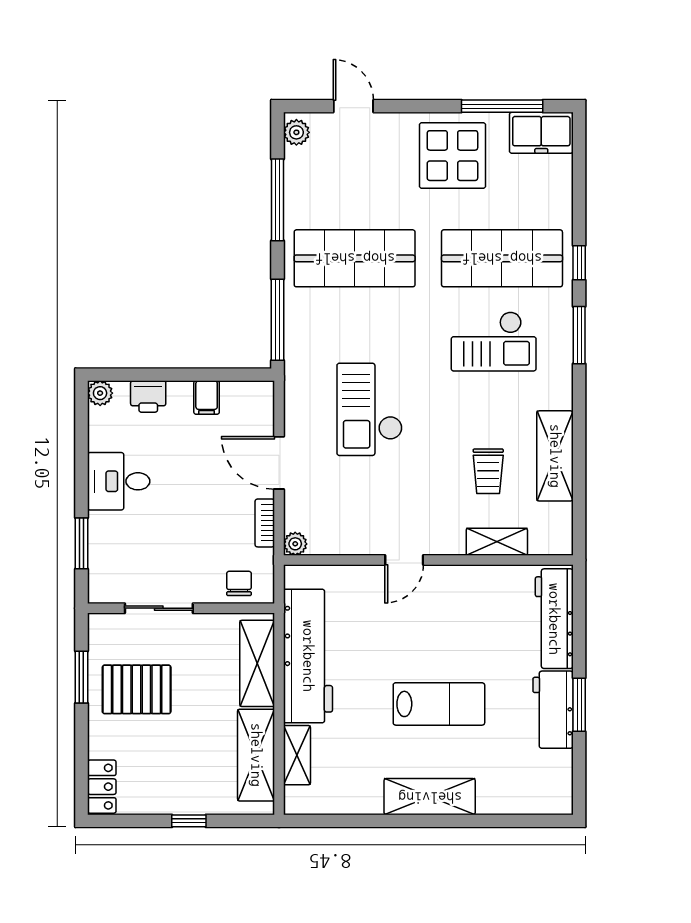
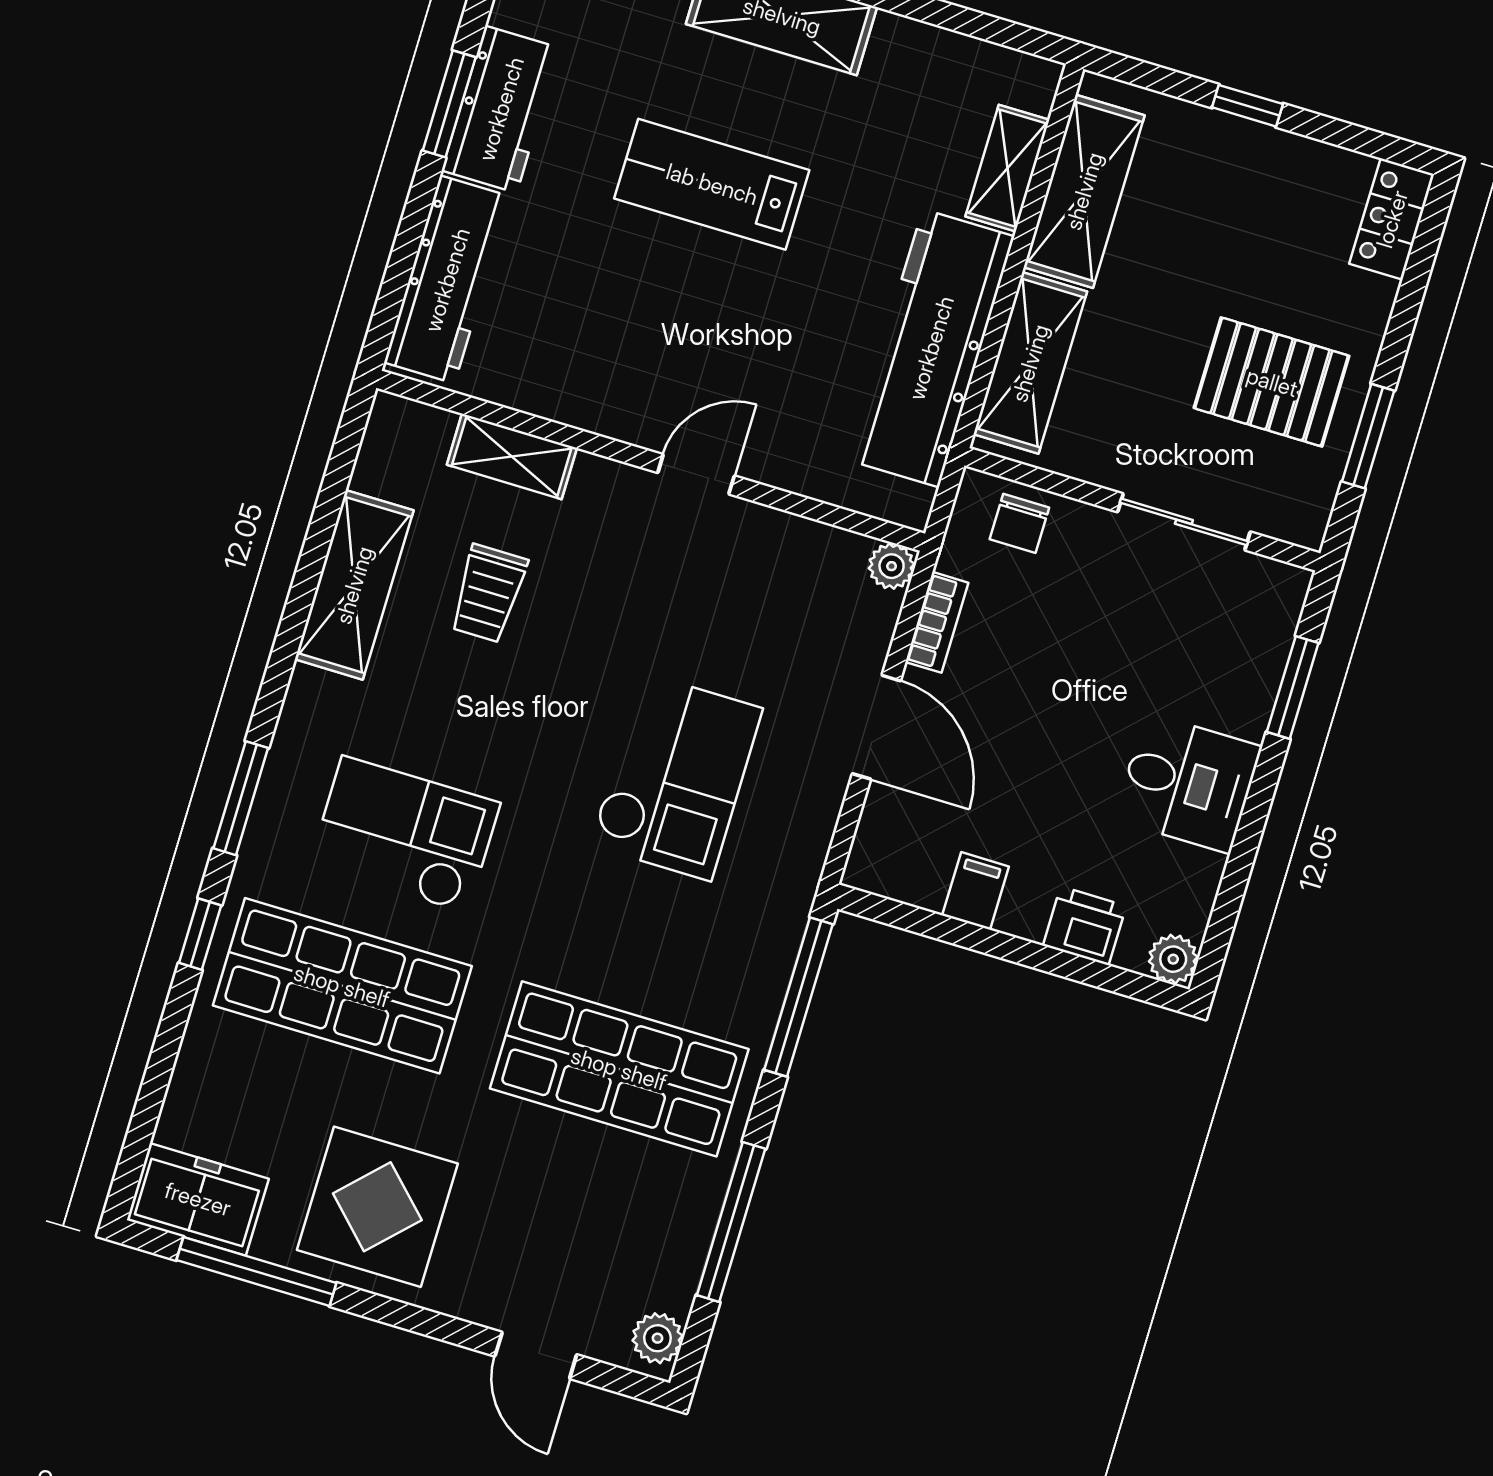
trolley: (488, 471) -> (488, 593), turned 180

